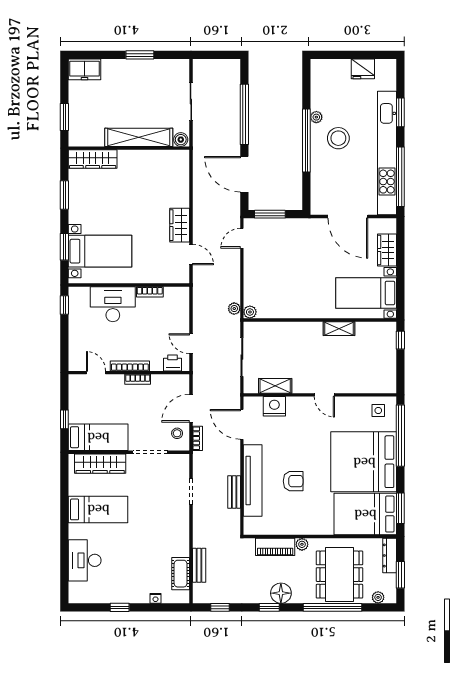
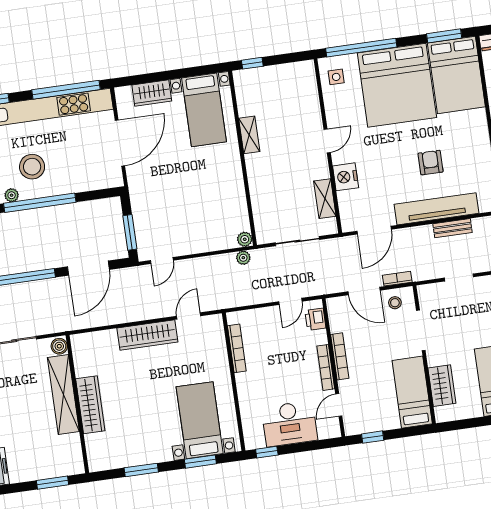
wardrobe: (93, 159) -> (90, 405), moved
wardrobe: (180, 225) -> (147, 335), width x1.50
door: (242, 238) -> (162, 260), hinge flipped
bookcase: (150, 292) -> (237, 348), width x1.56
desk: (113, 304) -> (289, 424), moved, turned -90
bookcase: (138, 379) -> (340, 356), width x1.56
nightstand: (274, 406) -> (346, 177), moved
window: (64, 419) -> (373, 437), moved
wardrobe: (100, 464) -> (442, 386), width x0.67

